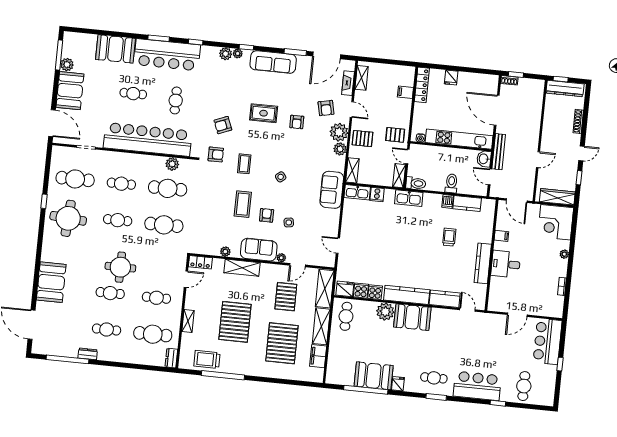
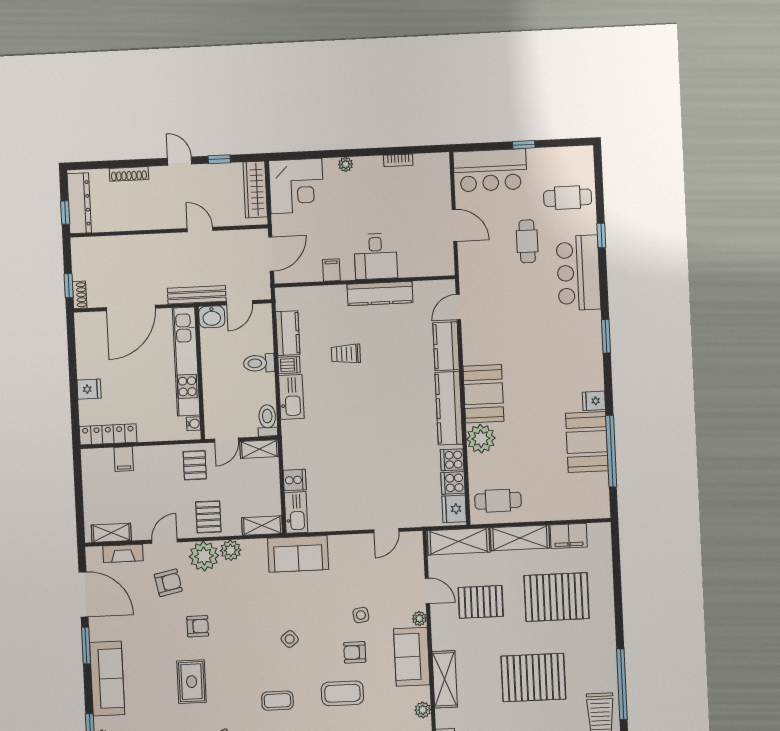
kitchen sink: (409, 198) -> (291, 397), moved
cafe table: (434, 378) -> (527, 241), moved

